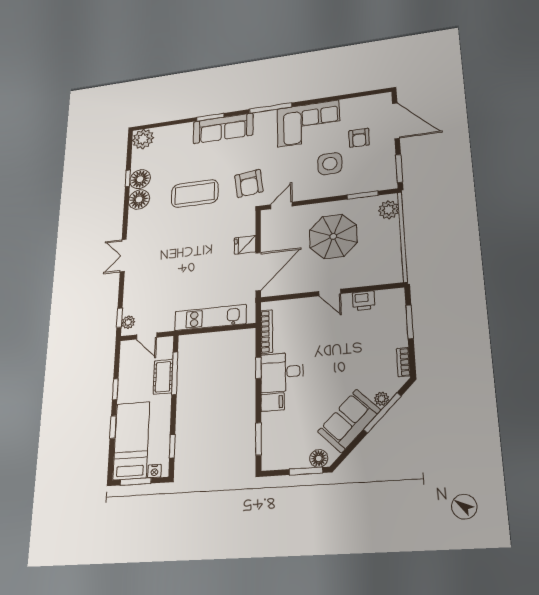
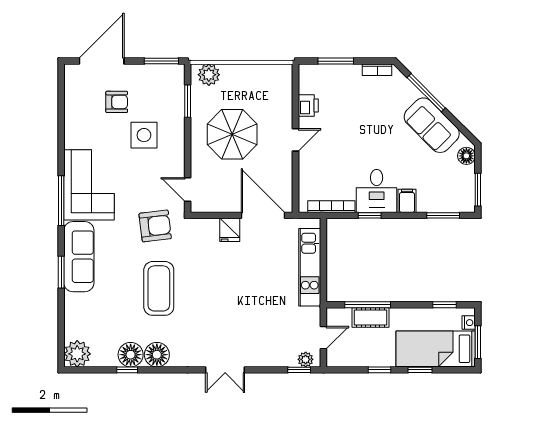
corner sofa: (308, 123) -> (89, 185), moved
plant: (382, 399) -> (412, 93), removed
window: (306, 471) -> (478, 190), moved

